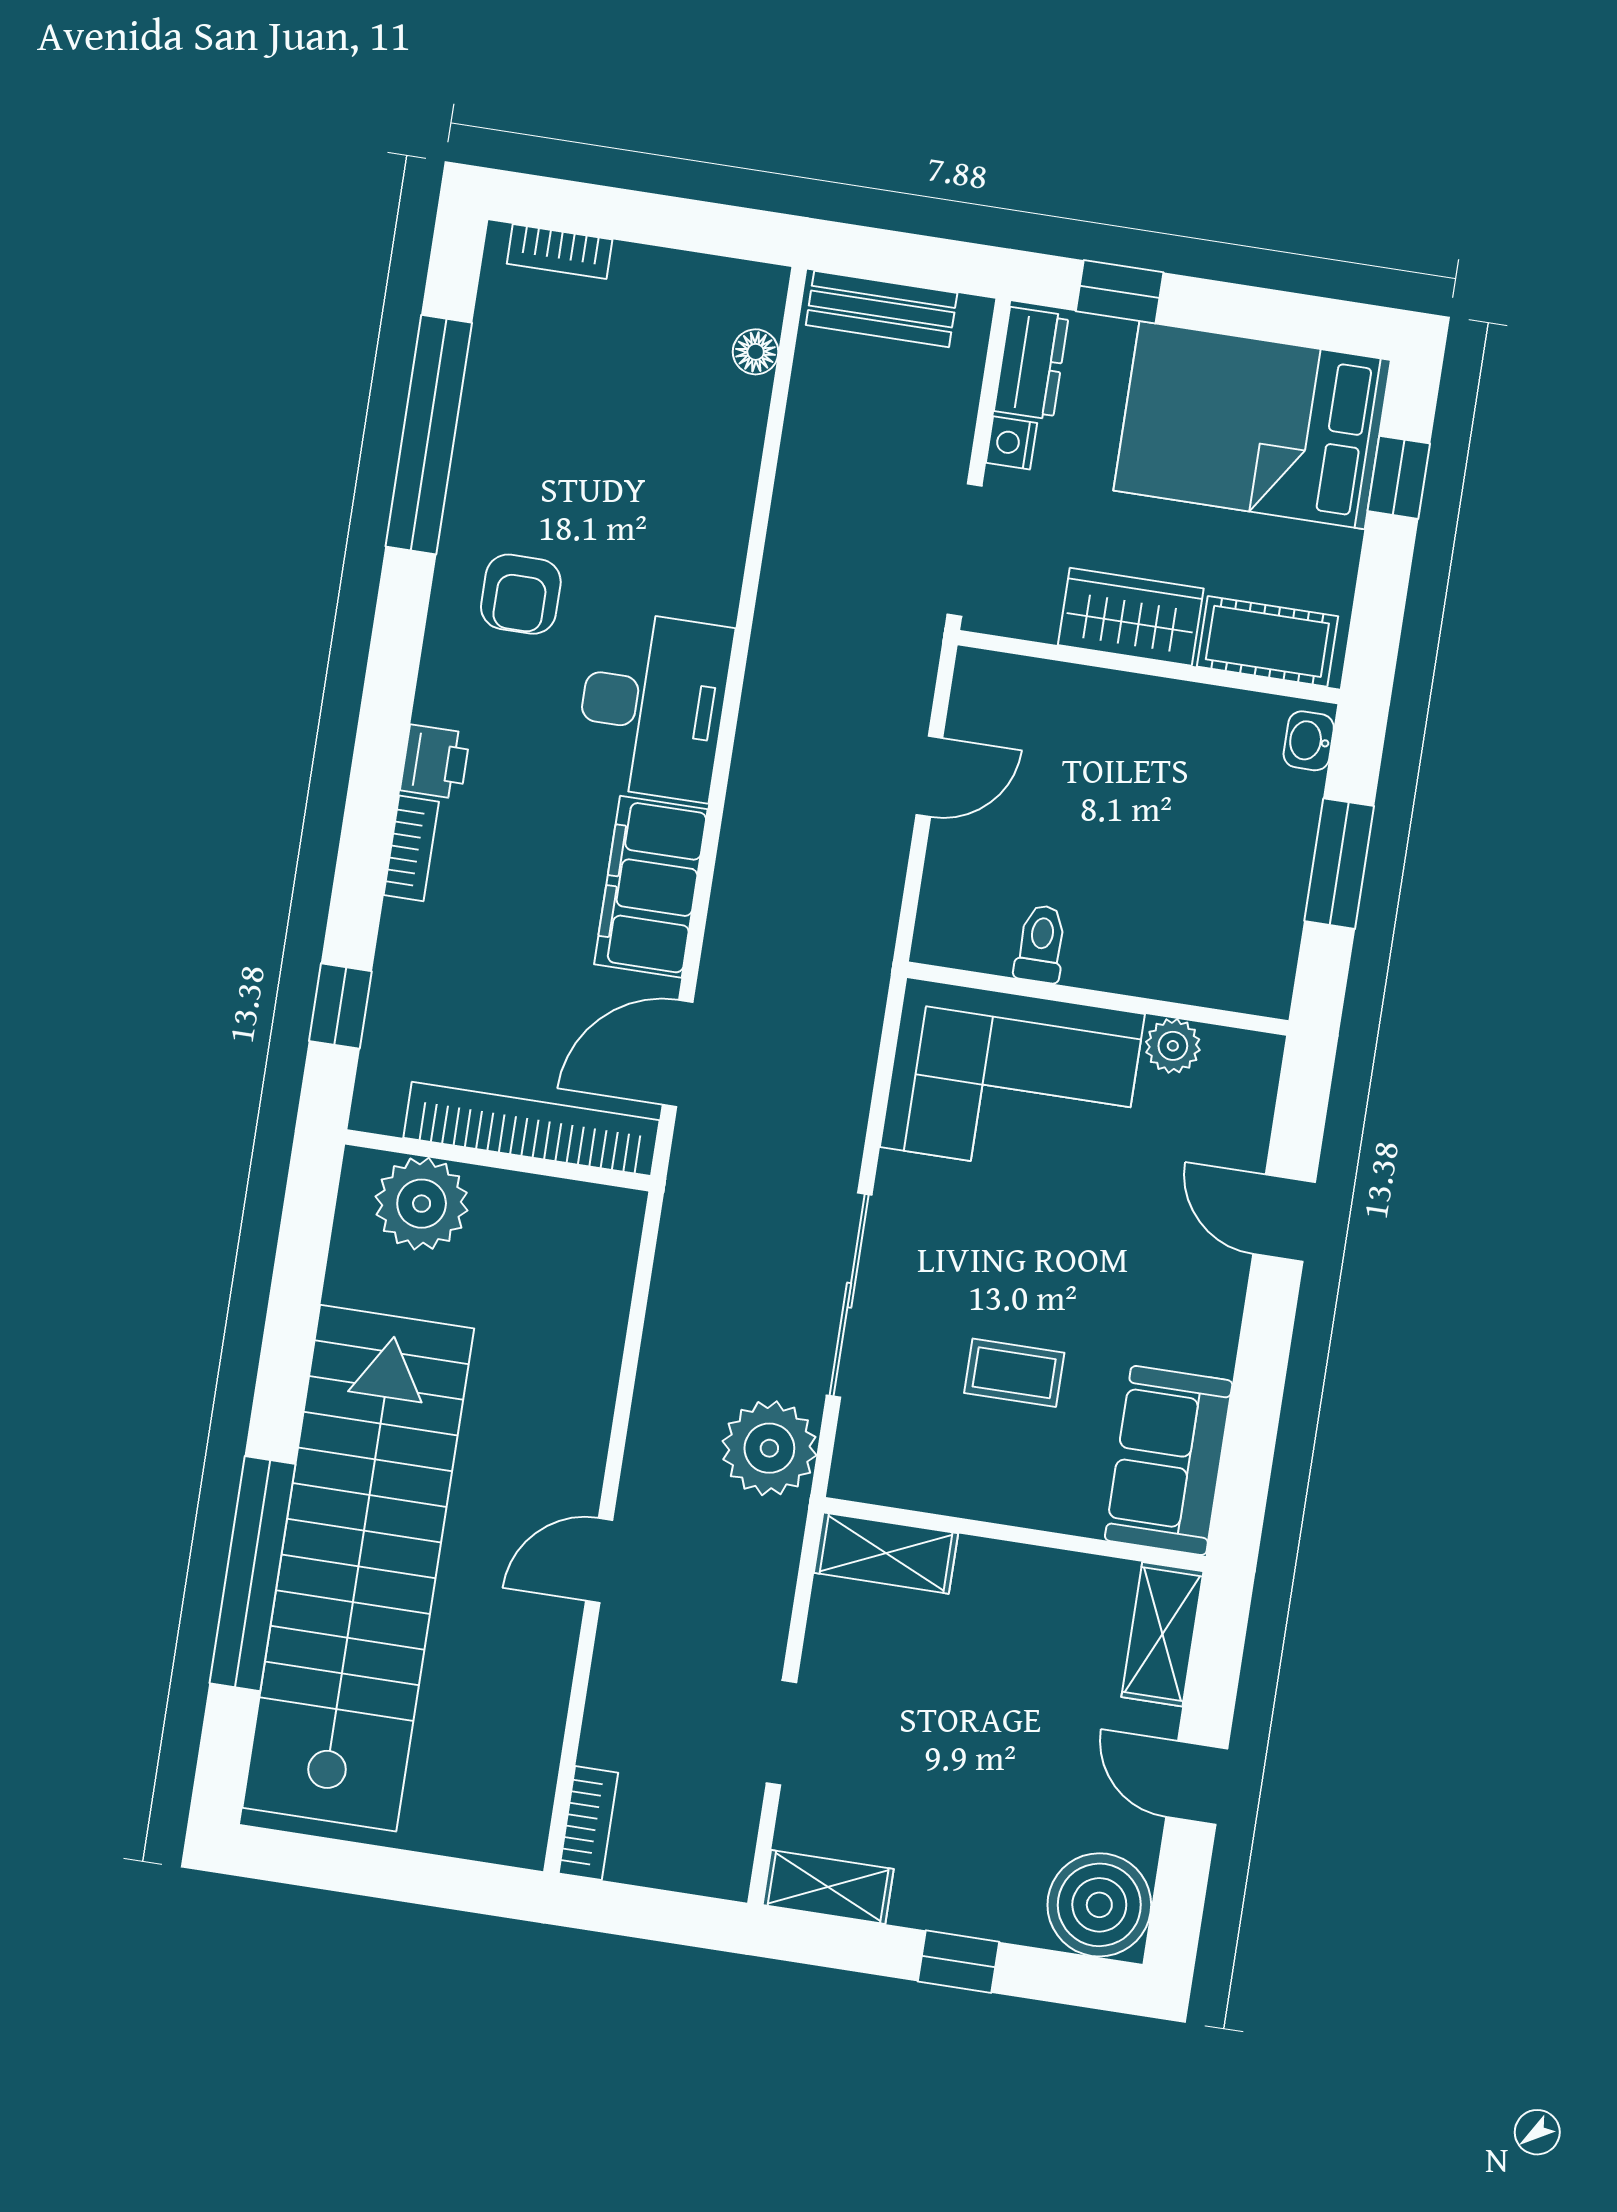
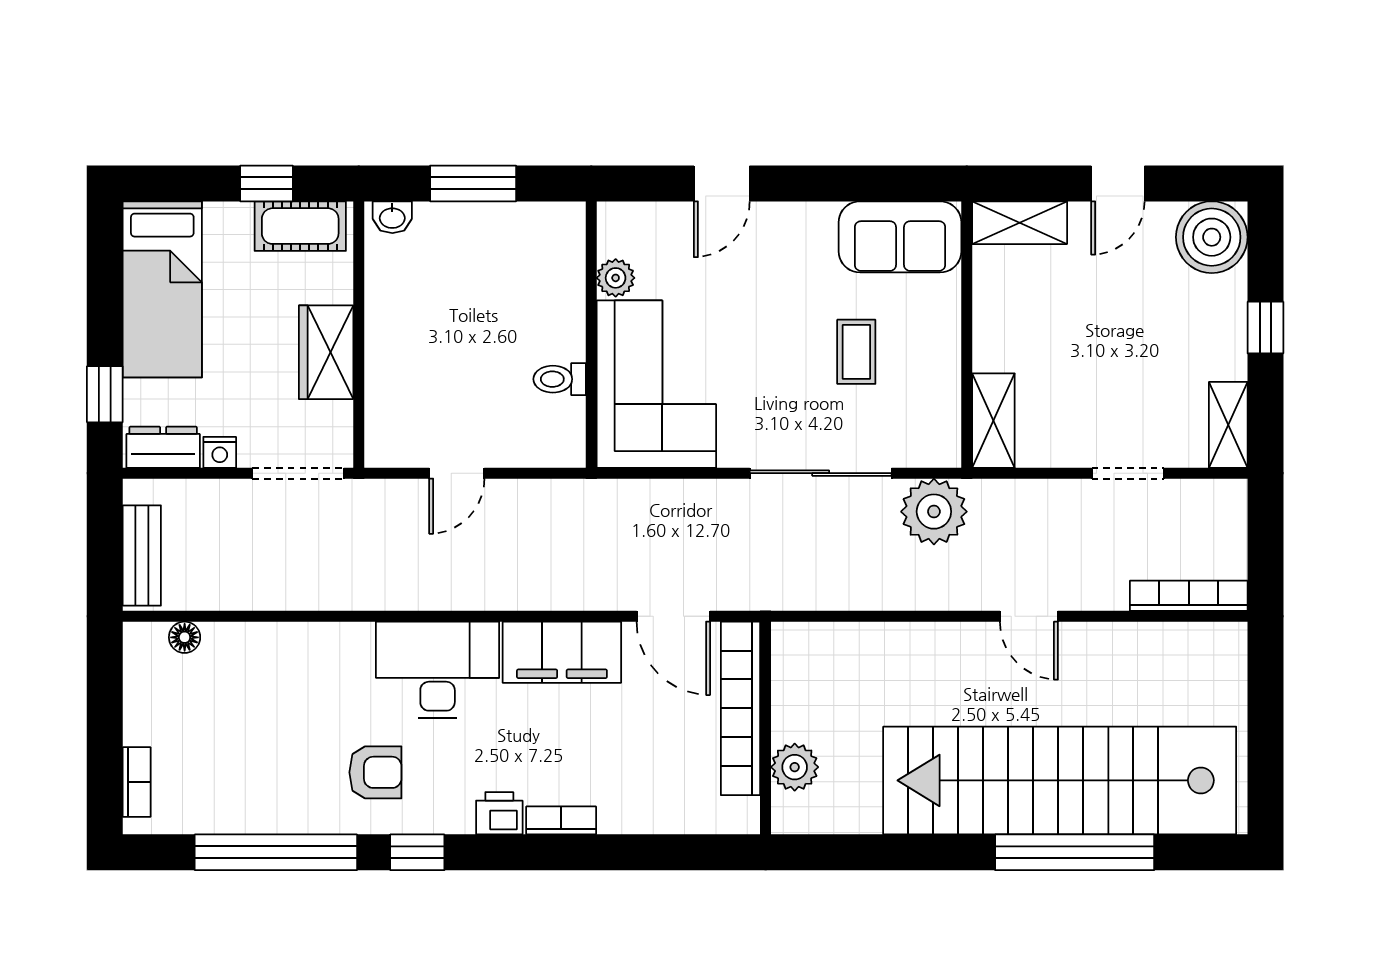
bed: (1252, 425) -> (162, 289), width x0.67
window: (1399, 477) -> (266, 183), moved
cot: (1267, 641) -> (300, 226), moved, turned 90
door: (929, 776) -> (457, 473), swing flipped
window: (340, 1006) -> (417, 852), moved
plant: (422, 1204) -> (795, 767), width x0.73, depth x0.73
bookcase: (588, 1823) -> (1189, 596), width x1.56

